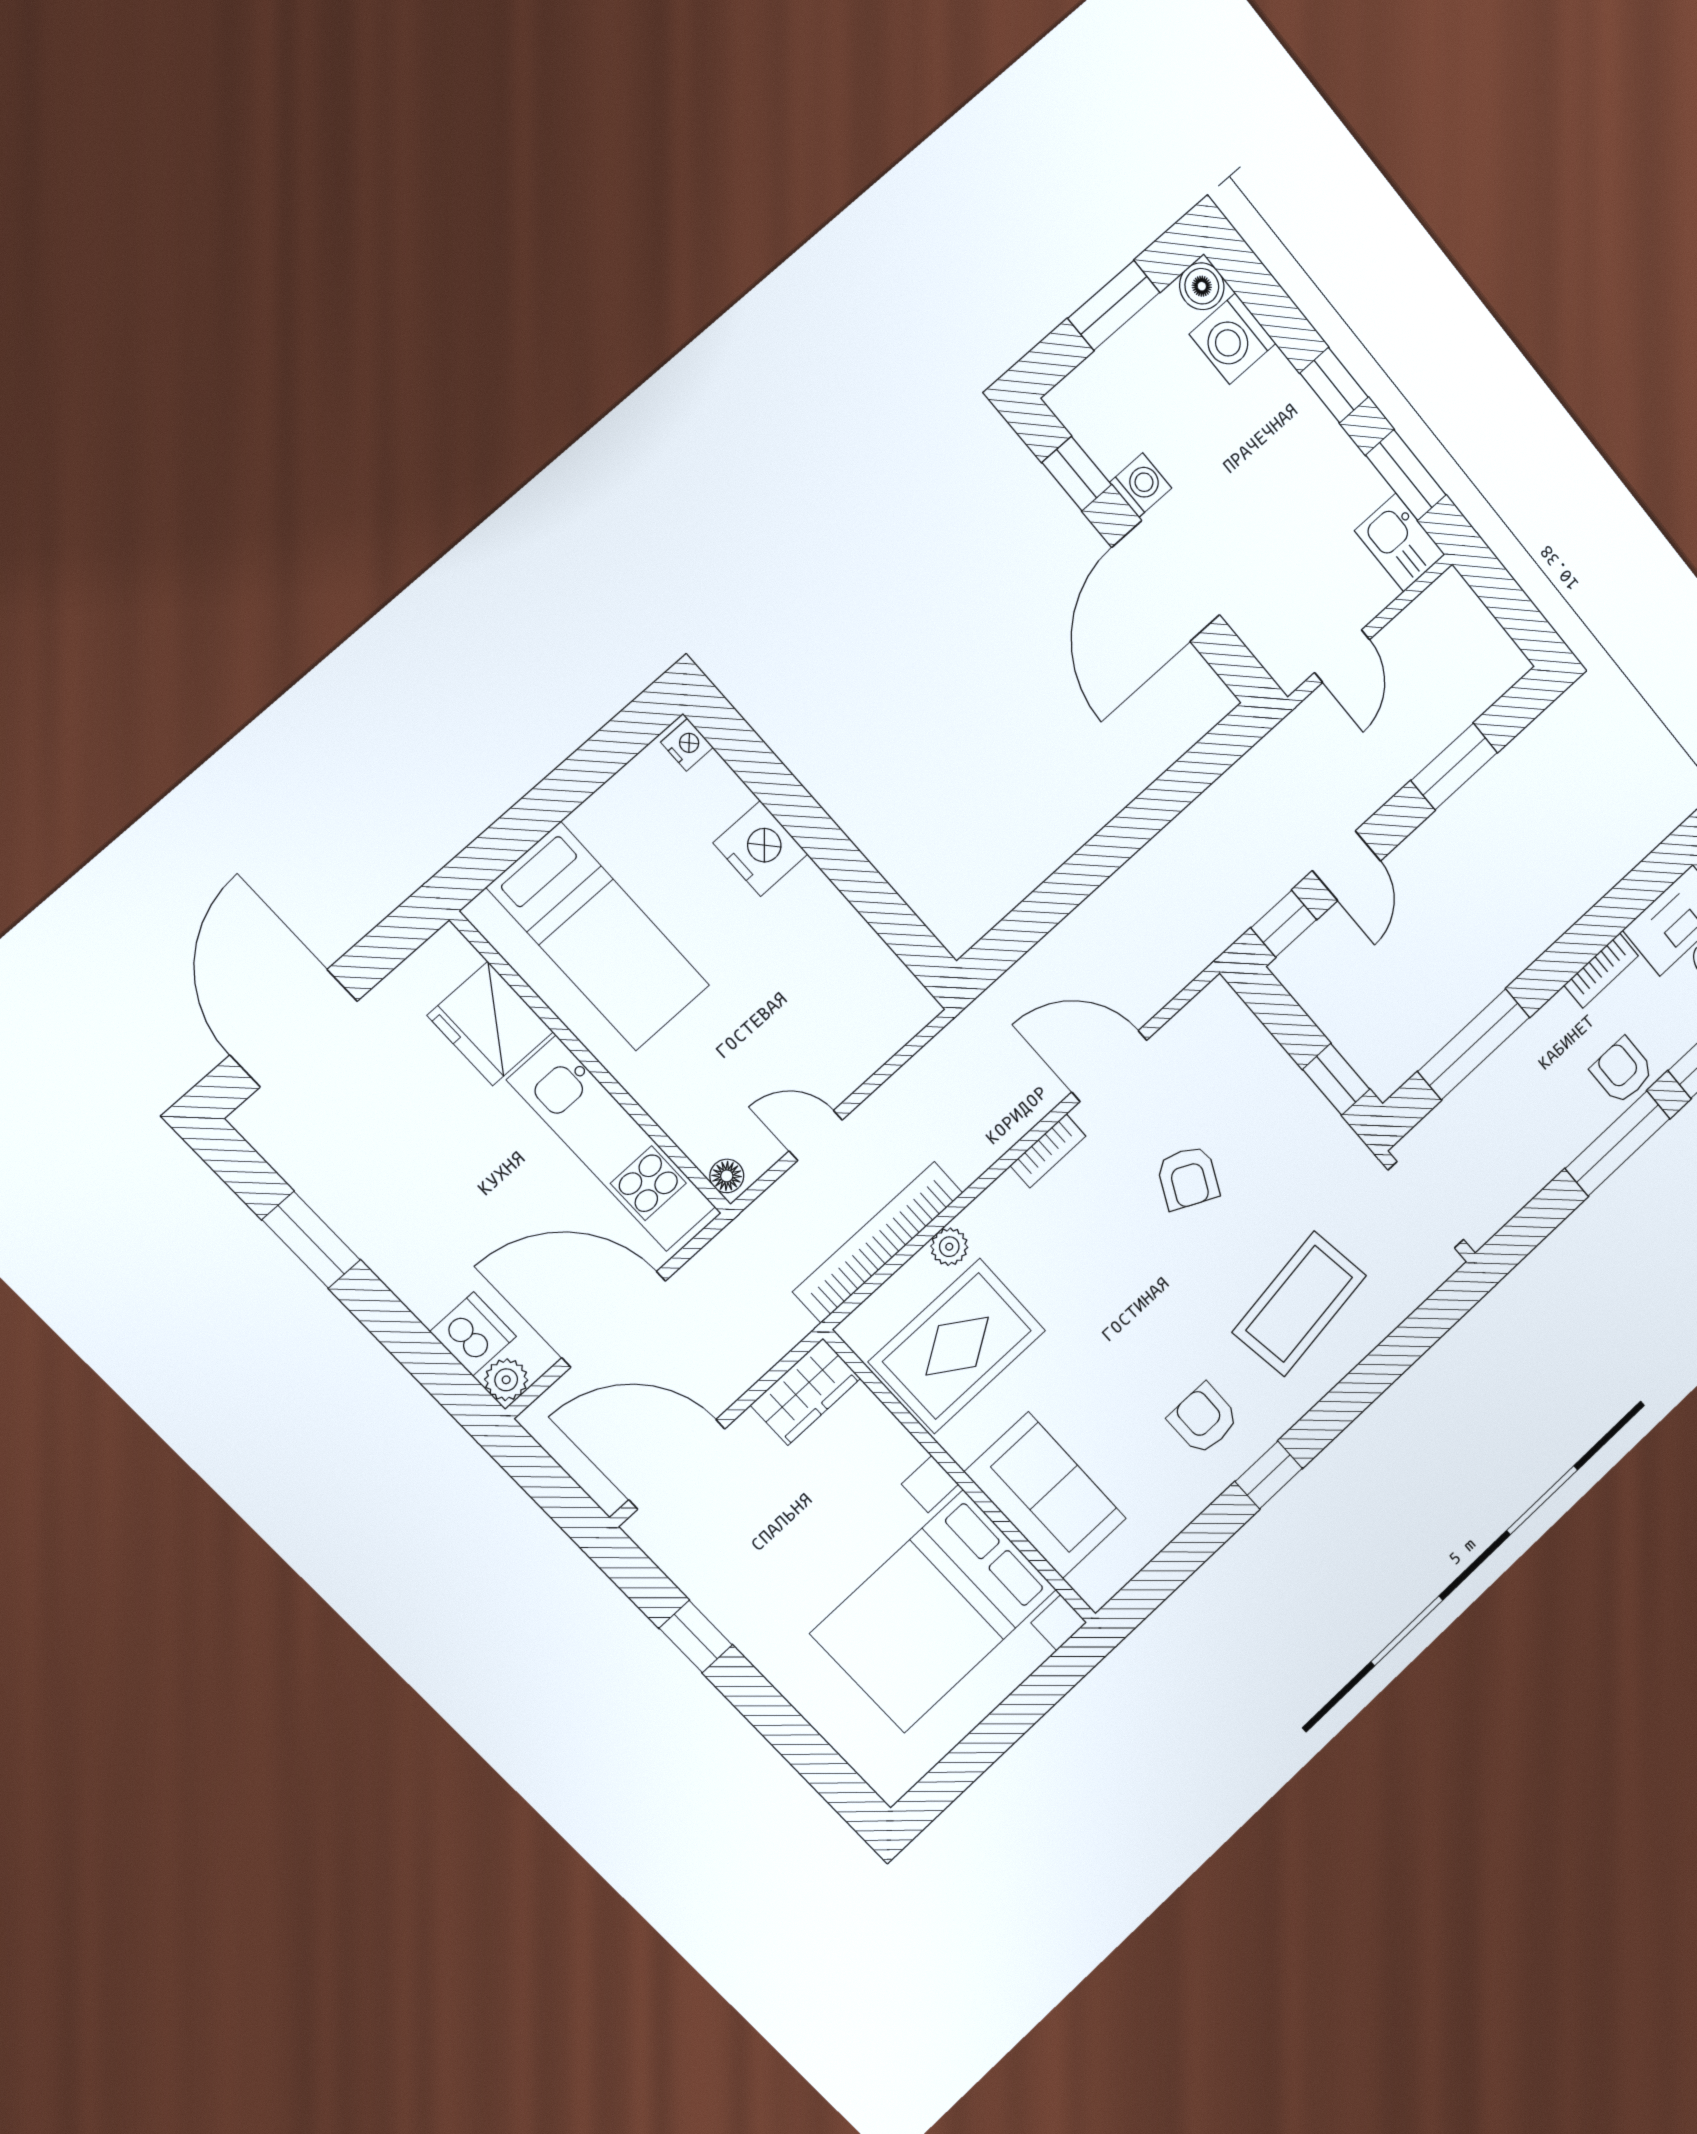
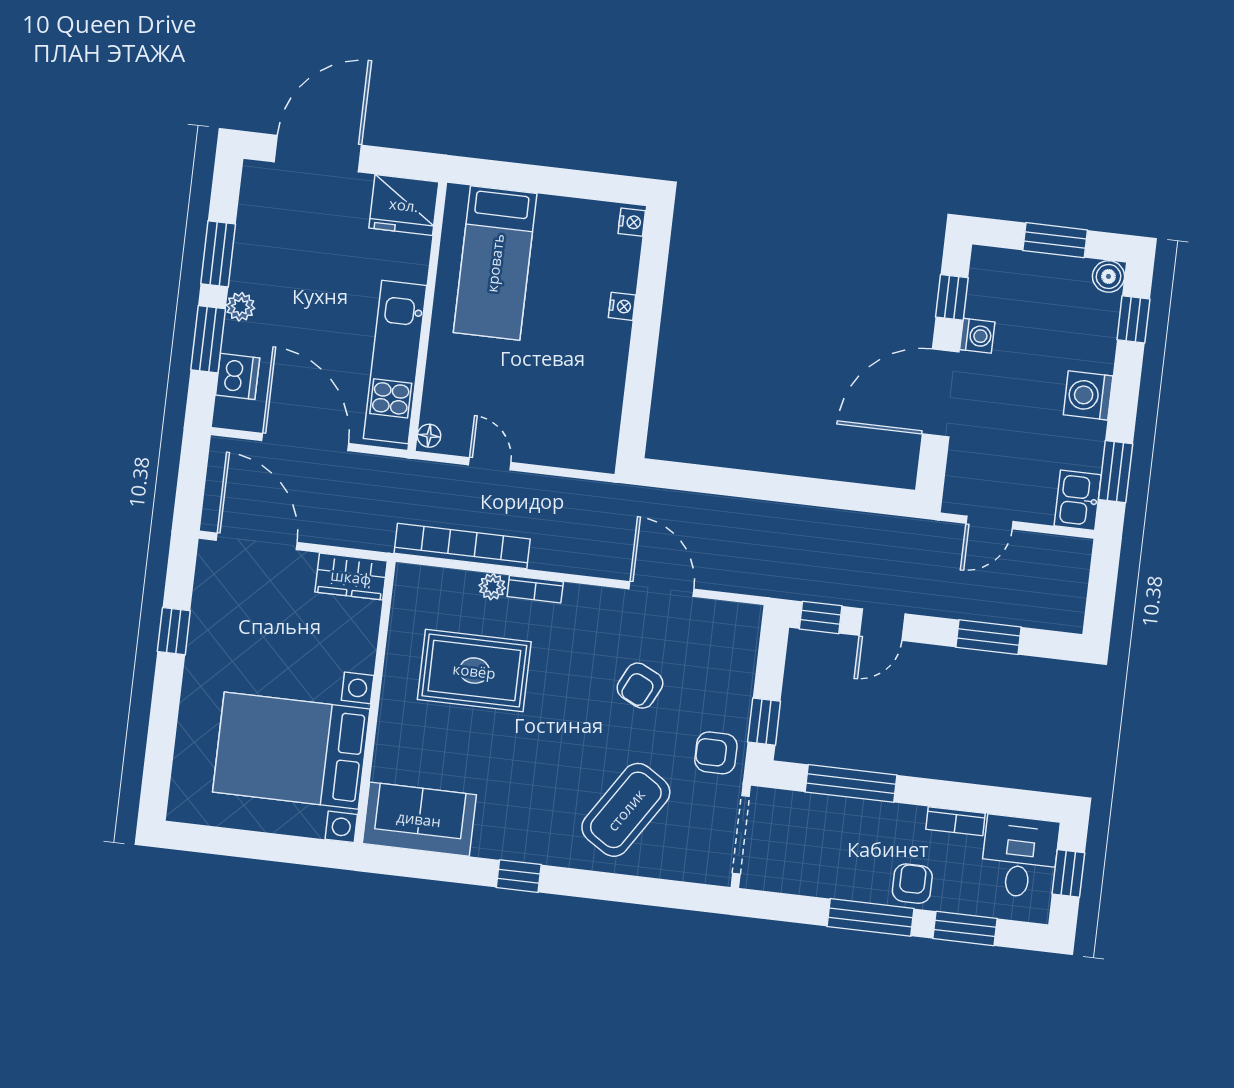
washing machine: (1233, 339) -> (1088, 395), moved
window: (1334, 385) -> (1133, 319), moved
nightstand: (760, 849) -> (622, 306), width x0.53, depth x0.56
fridge: (490, 1024) -> (404, 205), moved, turned -90
bookcase: (1048, 1151) -> (535, 589), moved
coffee table: (1299, 1304) -> (626, 810), turned -49
window: (401, 1332) -> (208, 339), added
rug: (957, 1346) -> (474, 671), moved
plant: (506, 1380) -> (240, 307), moved
armchair: (1204, 1419) -> (716, 753), moved, turned -90
sofa: (1045, 1495) -> (419, 819), moved, turned -90

